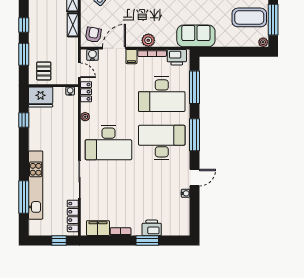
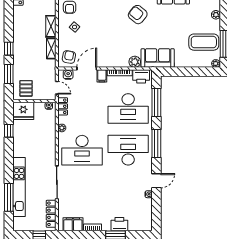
plant: (148, 40) -> (135, 62), moved

